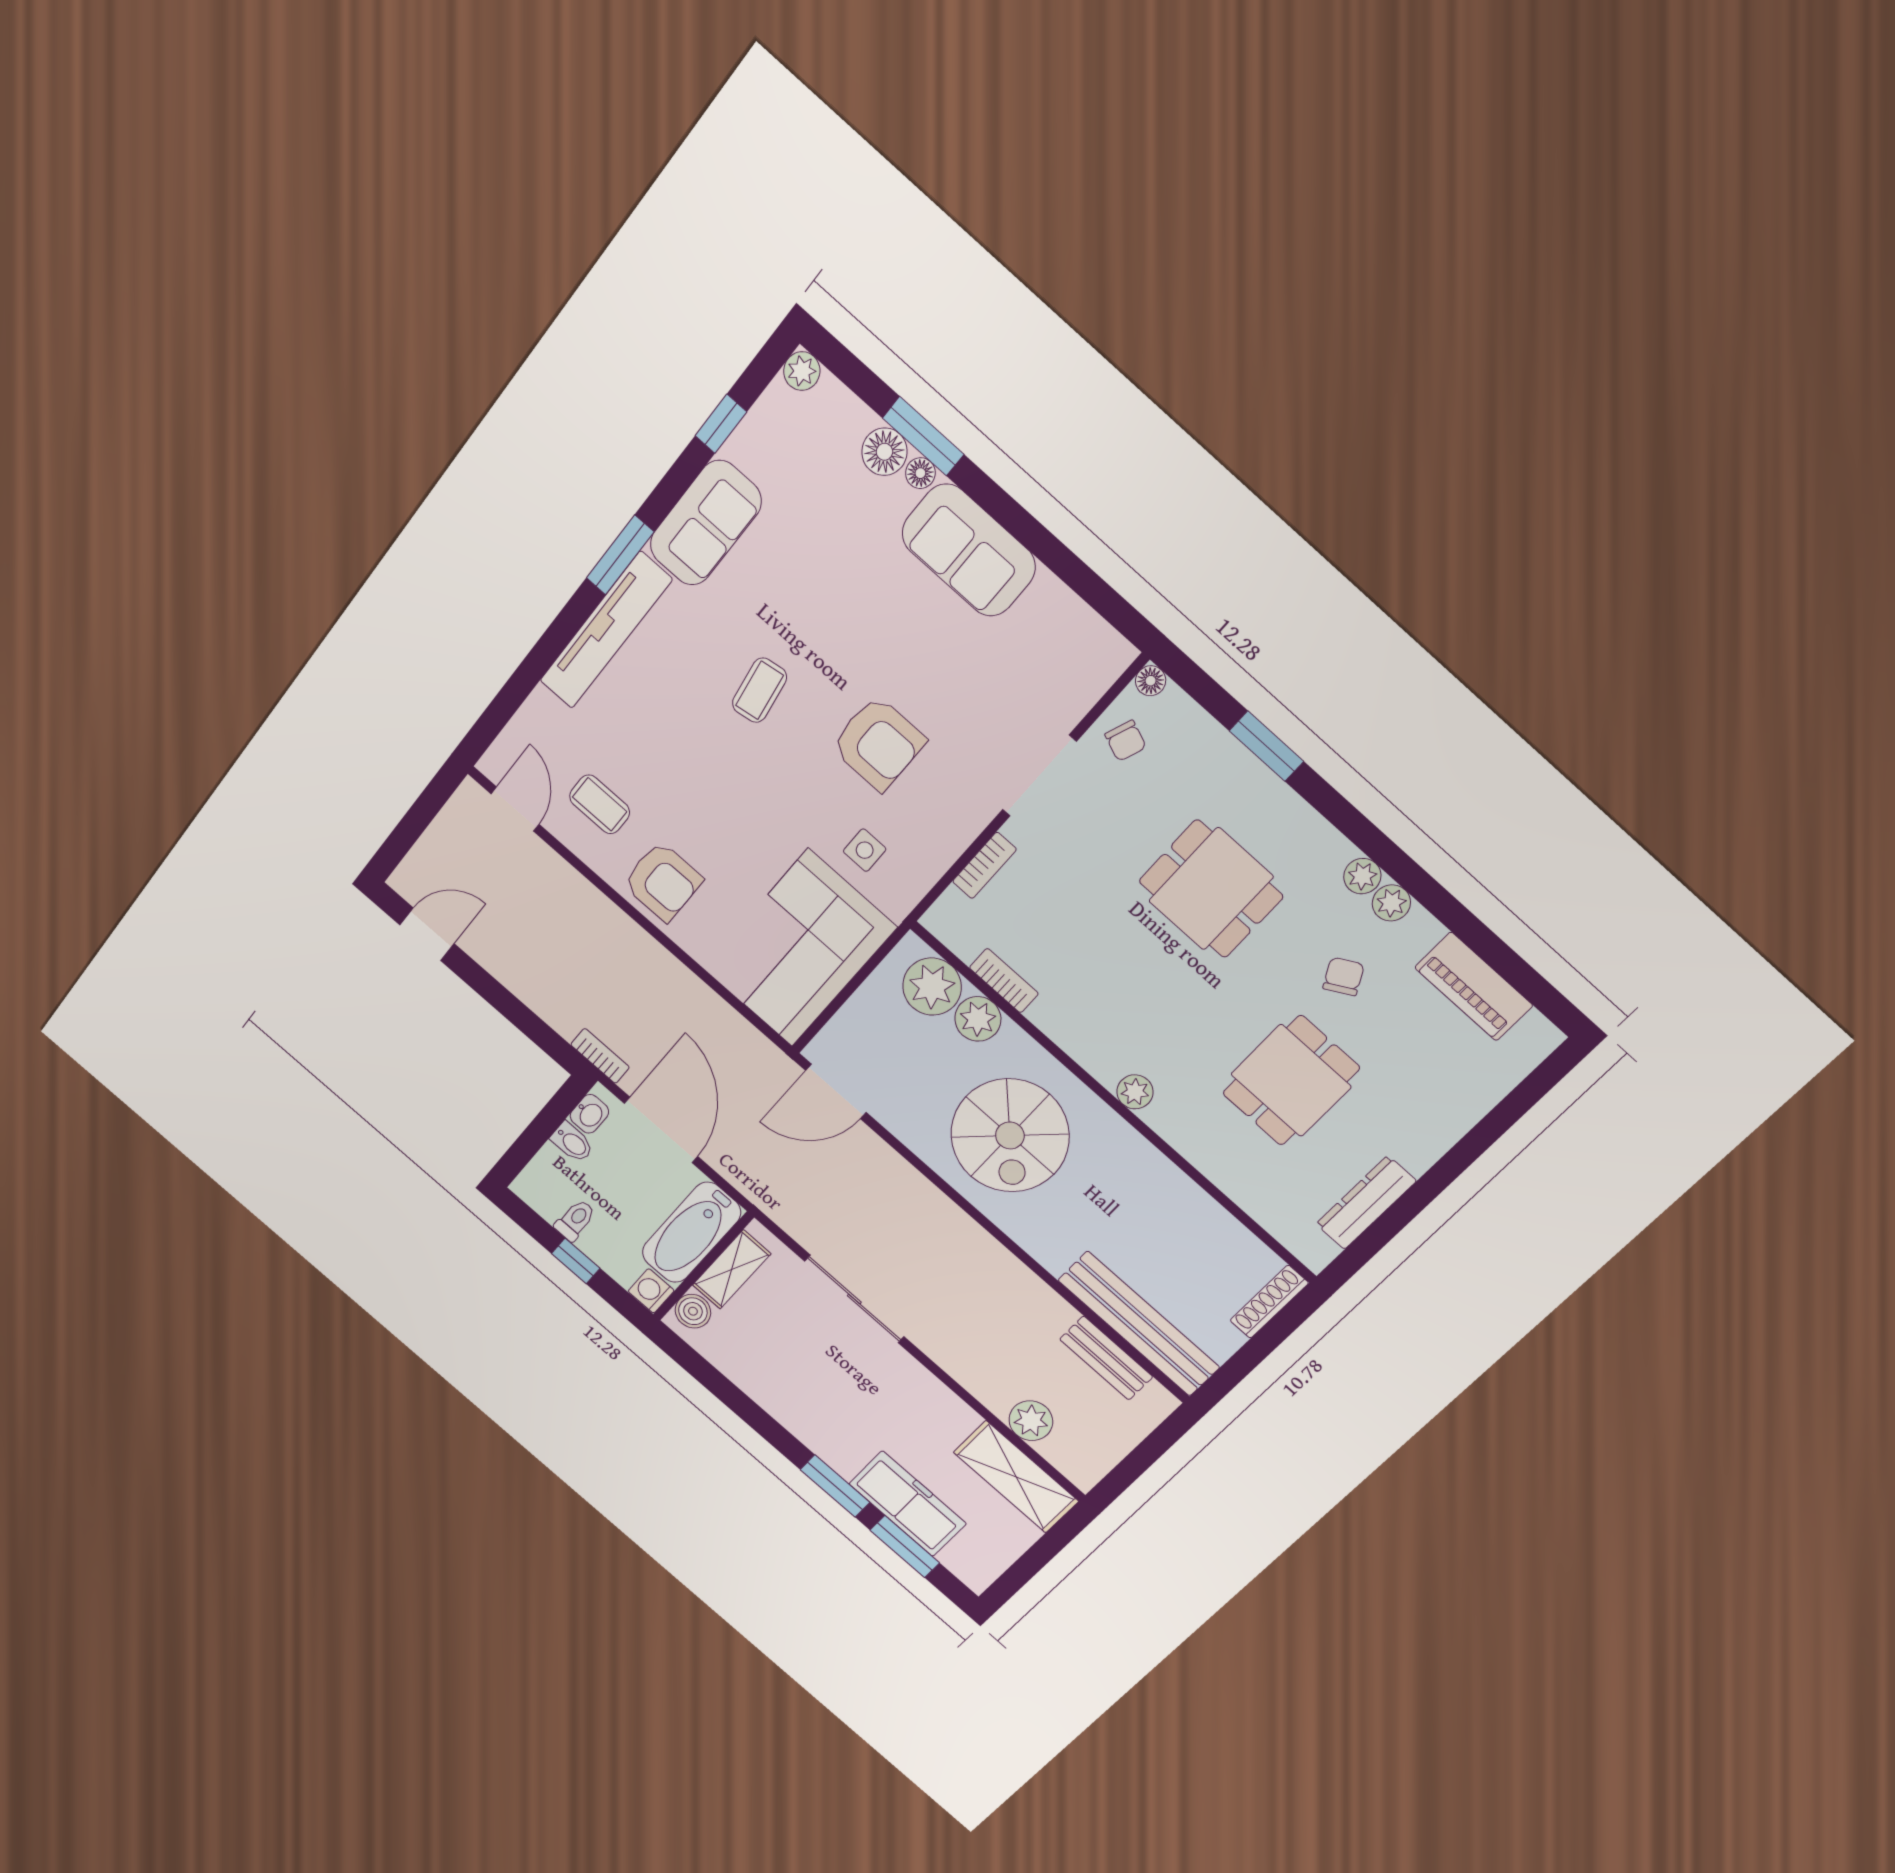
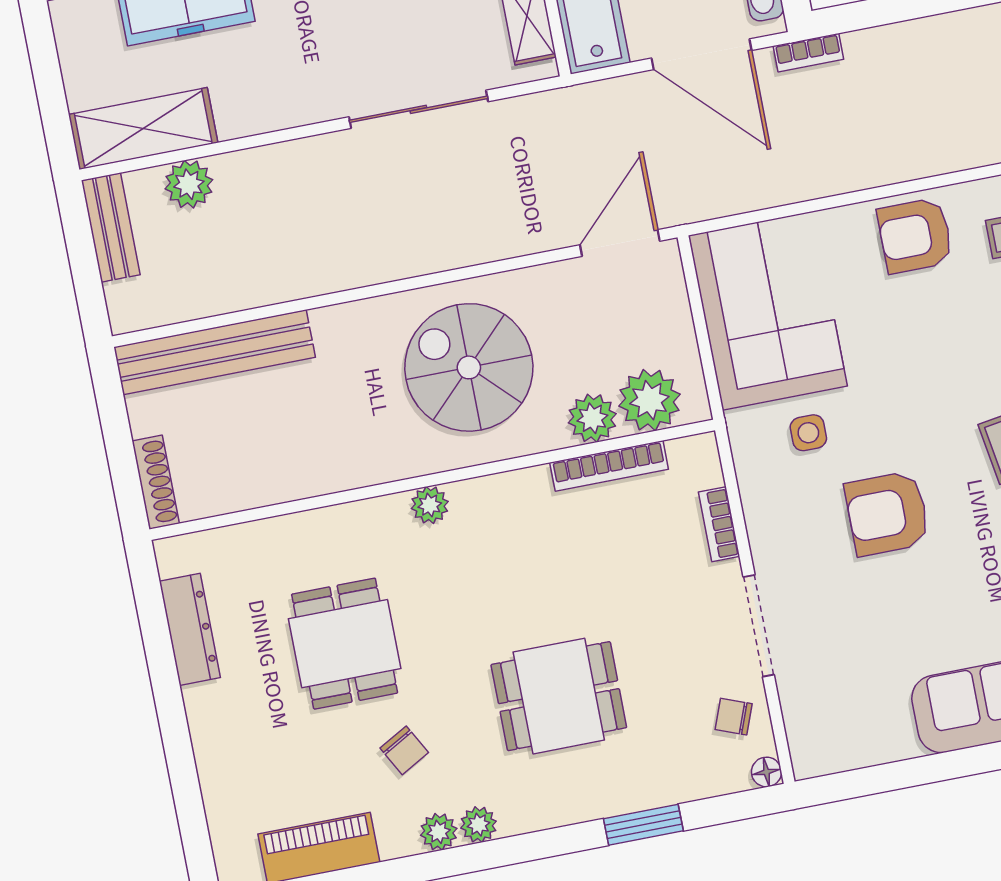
bookcase: (1004, 981) -> (609, 466), width x1.56
bench: (1106, 1358) -> (111, 228), moved, turned 90

